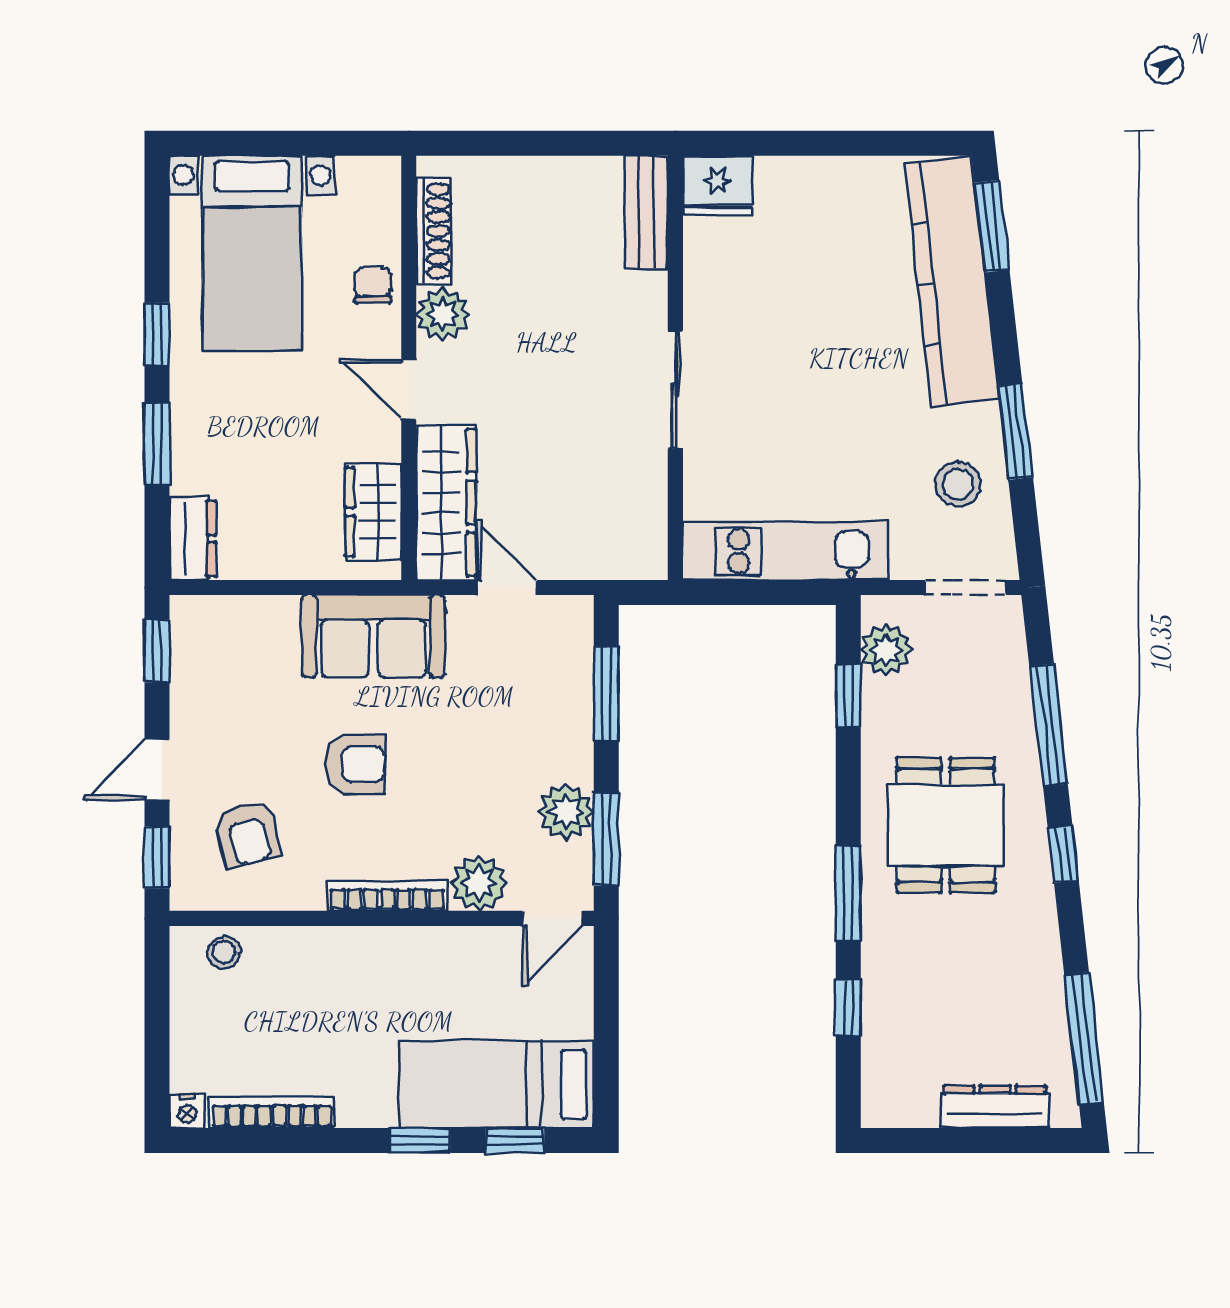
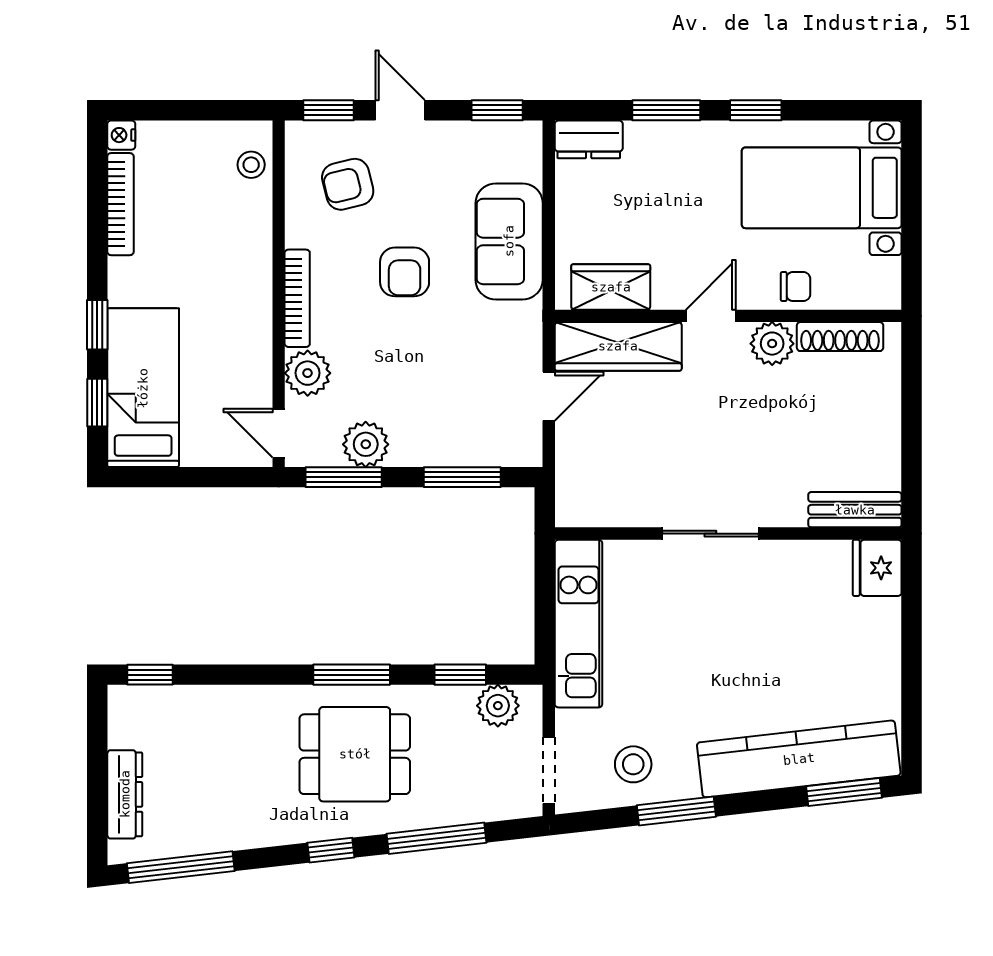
sofa: (373, 636) -> (509, 241), moved
window: (848, 893) -> (352, 675), moved
window: (848, 1008) -> (150, 675), moved

